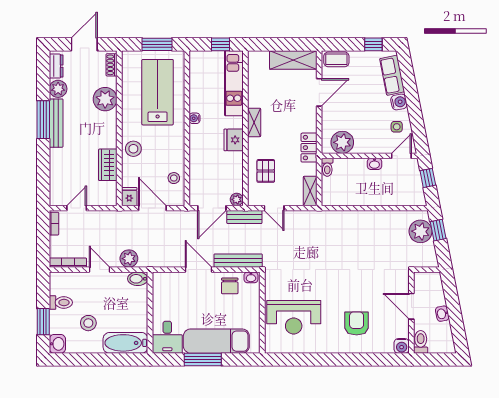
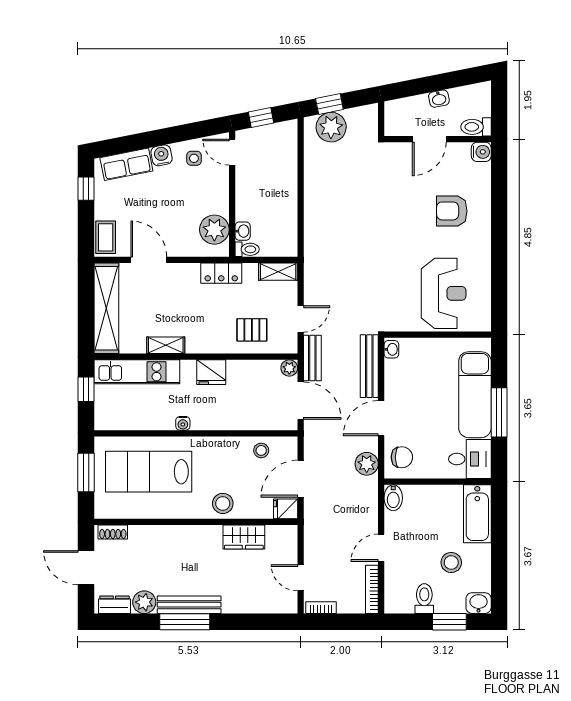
shelving: (293, 60) -> (106, 308), width x1.47
plant: (105, 99) -> (158, 540), removed
shelving: (254, 122) -> (166, 345), moved
washbasin: (374, 164) -> (243, 231), moved
plant: (129, 259) -> (367, 464), moved
chair: (230, 286) -> (402, 457), moved

